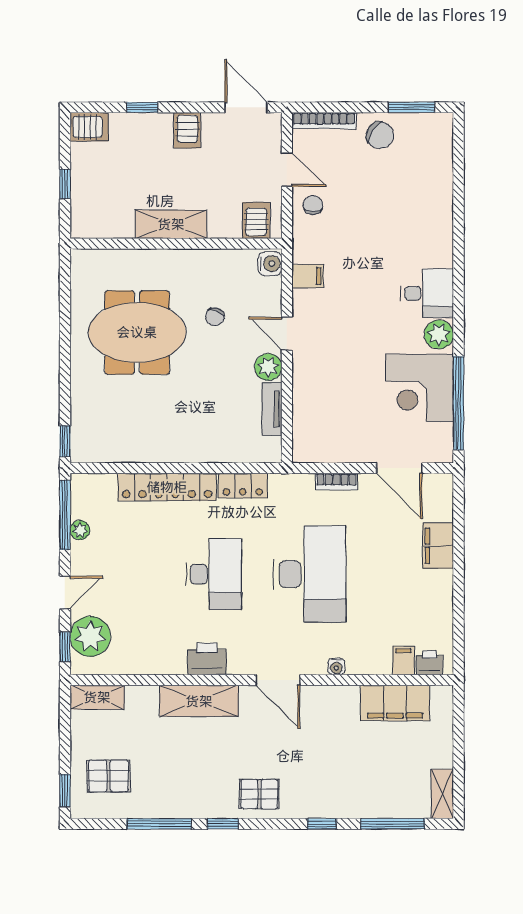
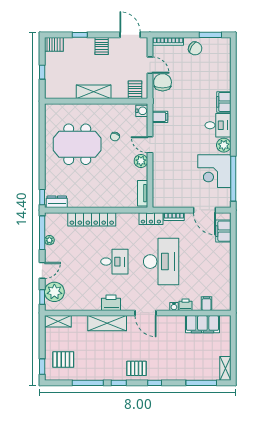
chair: (313, 205) -> (163, 82), width x1.87, depth x1.87
filing cabinet: (439, 245) -> (224, 102), added
tv unit: (272, 409) -> (143, 193), moved
dresser: (95, 451) -> (57, 202), added
locker: (243, 486) -> (151, 219), moved
filing cabinet: (438, 546) -> (223, 231), moved
desk: (214, 574) -> (114, 262), width x0.73
printer: (429, 663) -> (185, 305), moved
window: (322, 824) -> (155, 383), moved

